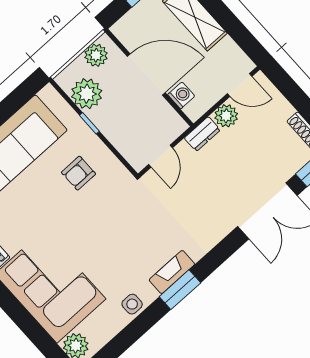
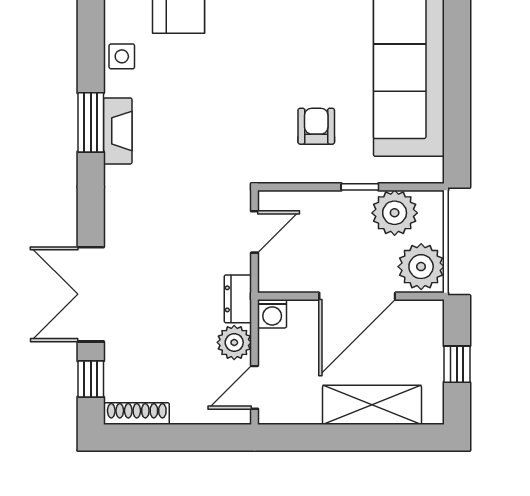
plant: (96, 55) -> (421, 267), width x1.36, depth x1.36
washing machine: (181, 95) -> (272, 314), moved
door: (161, 156) -> (255, 232), swing flipped

